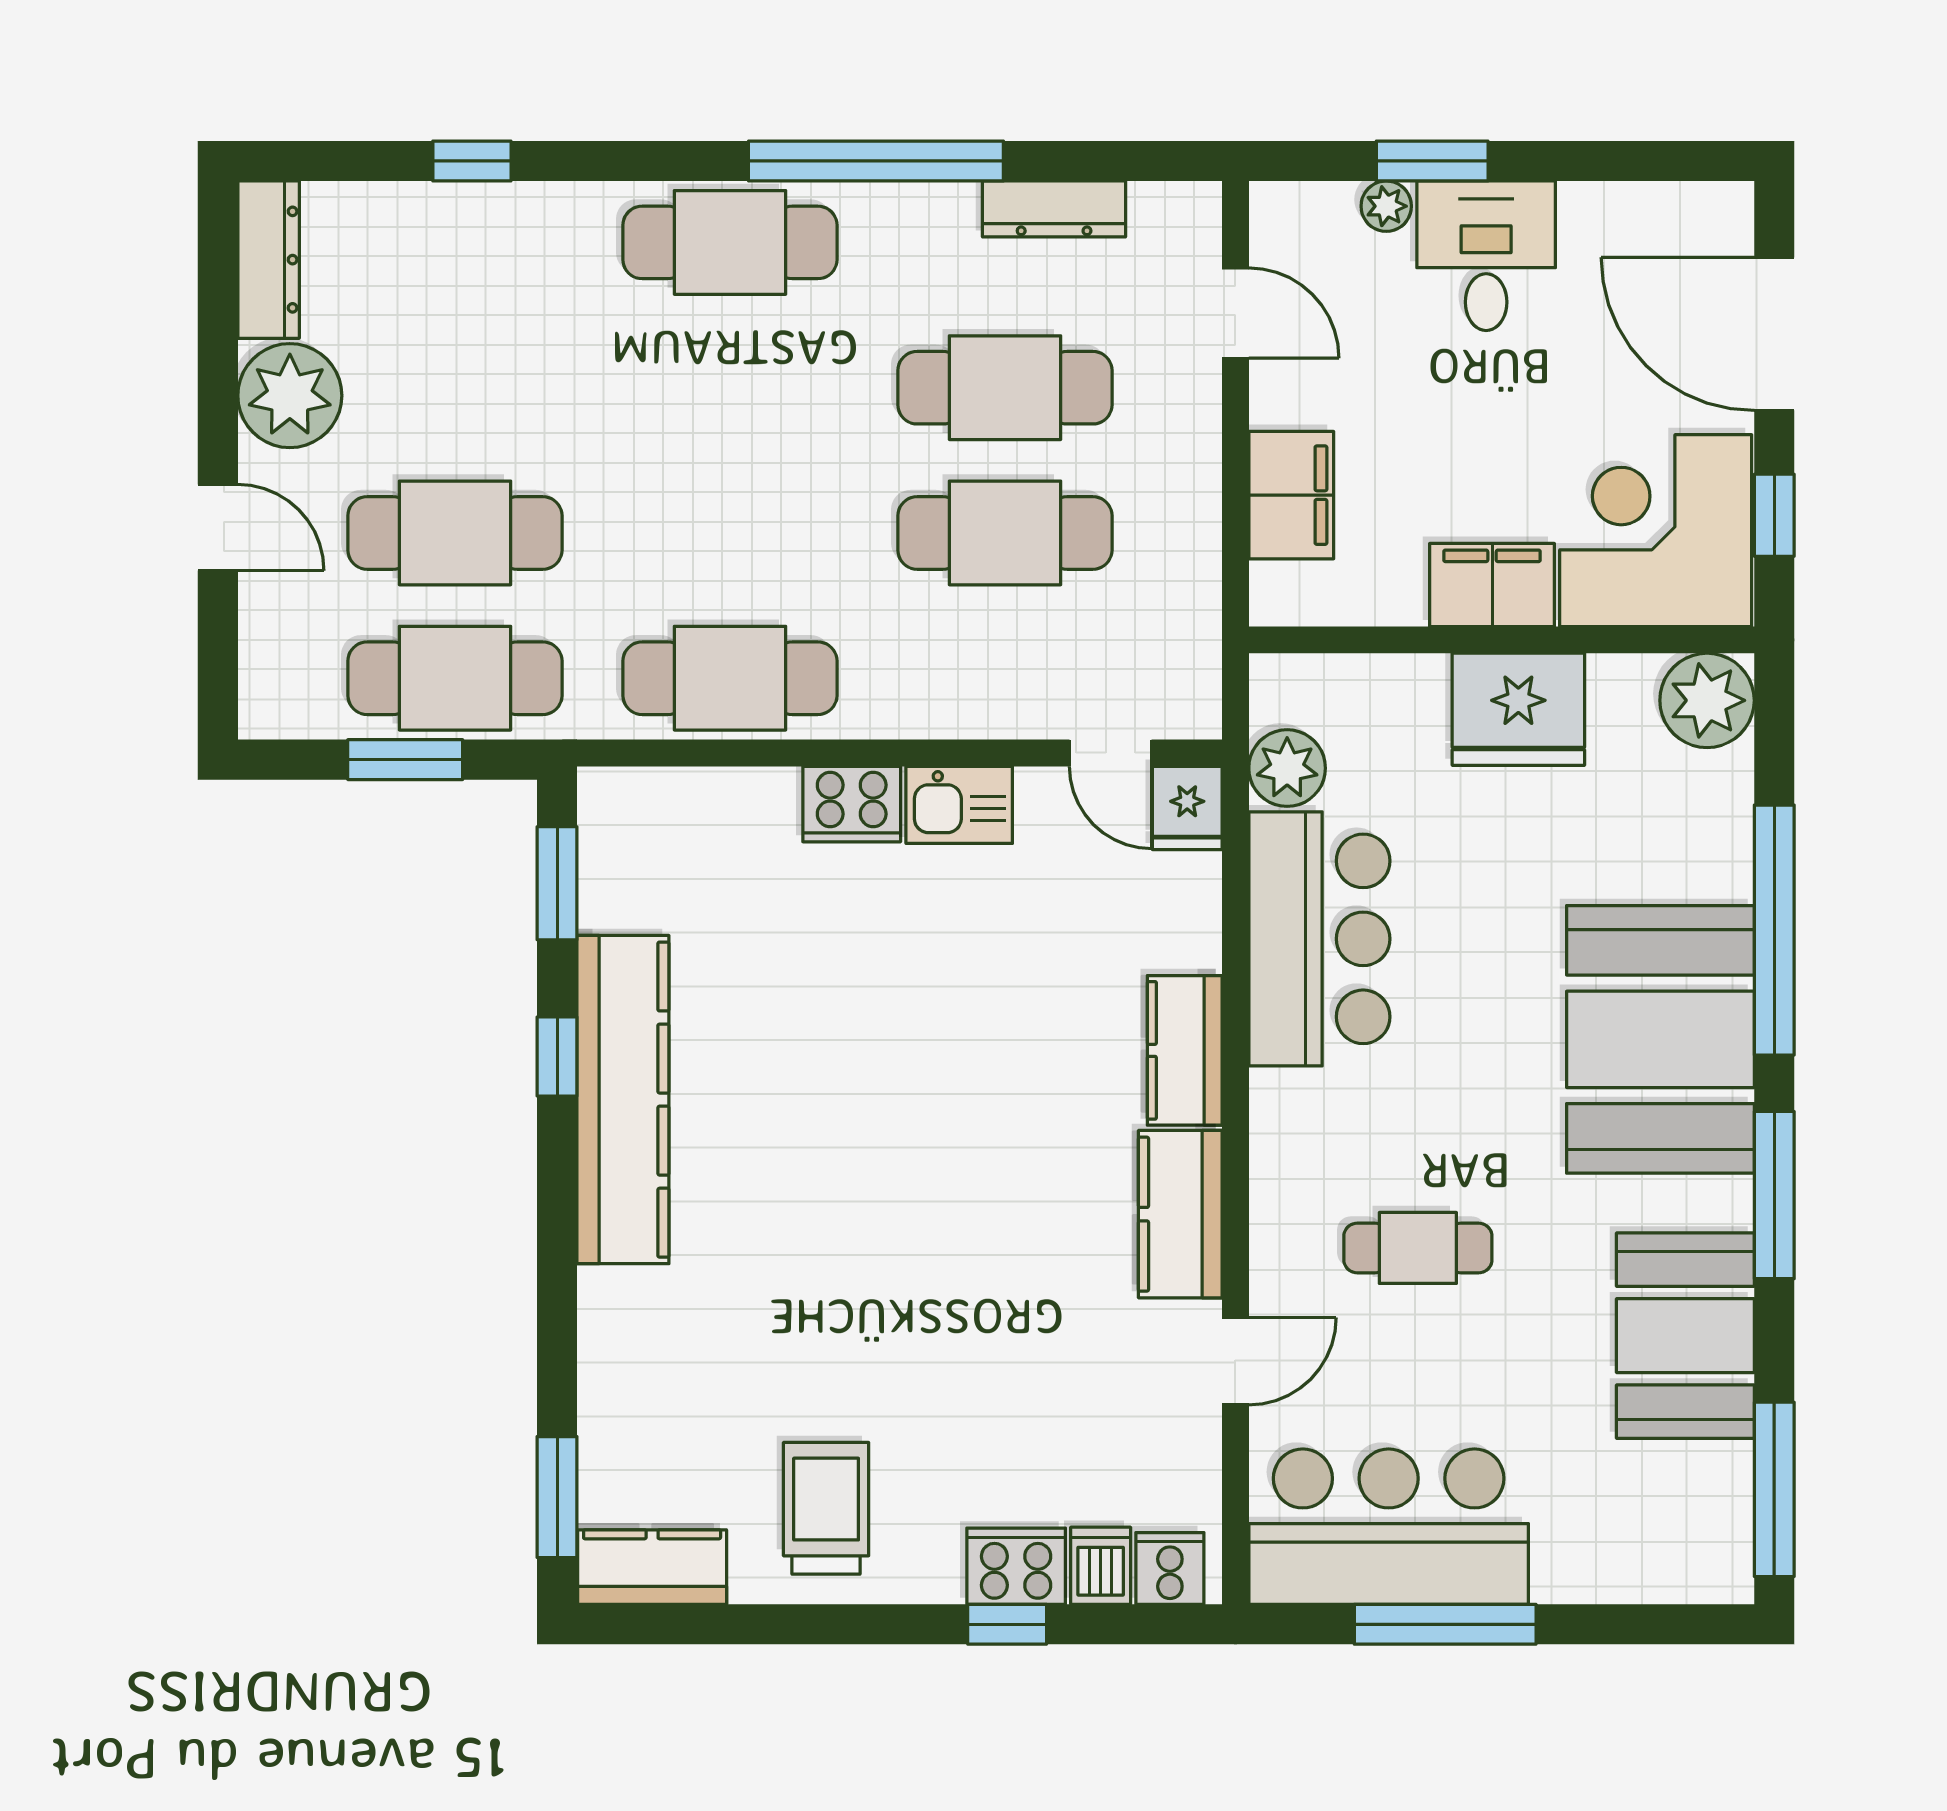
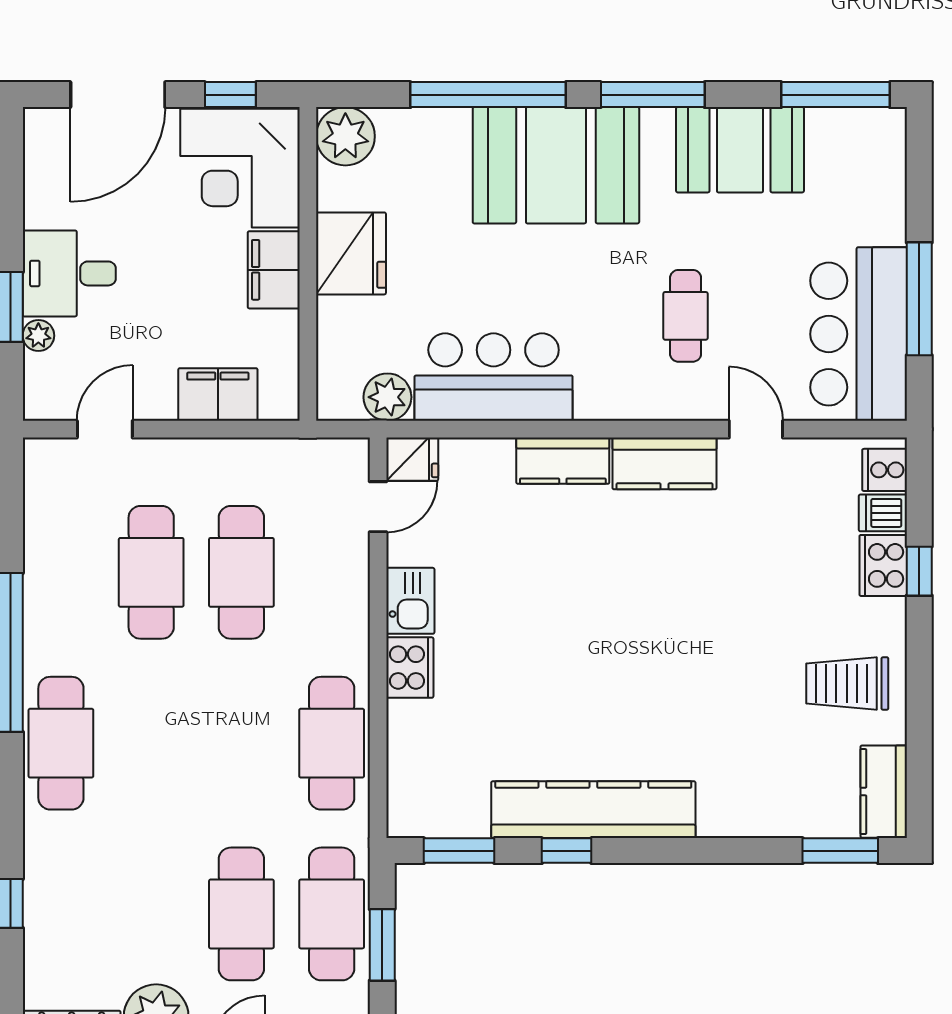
dresser: (1054, 209) -> (40, 542), removed

